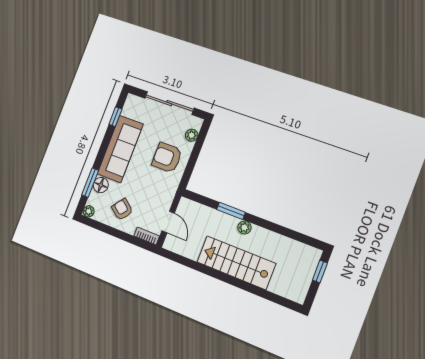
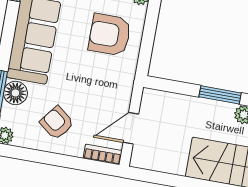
door: (168, 222) -> (131, 128), swing flipped

